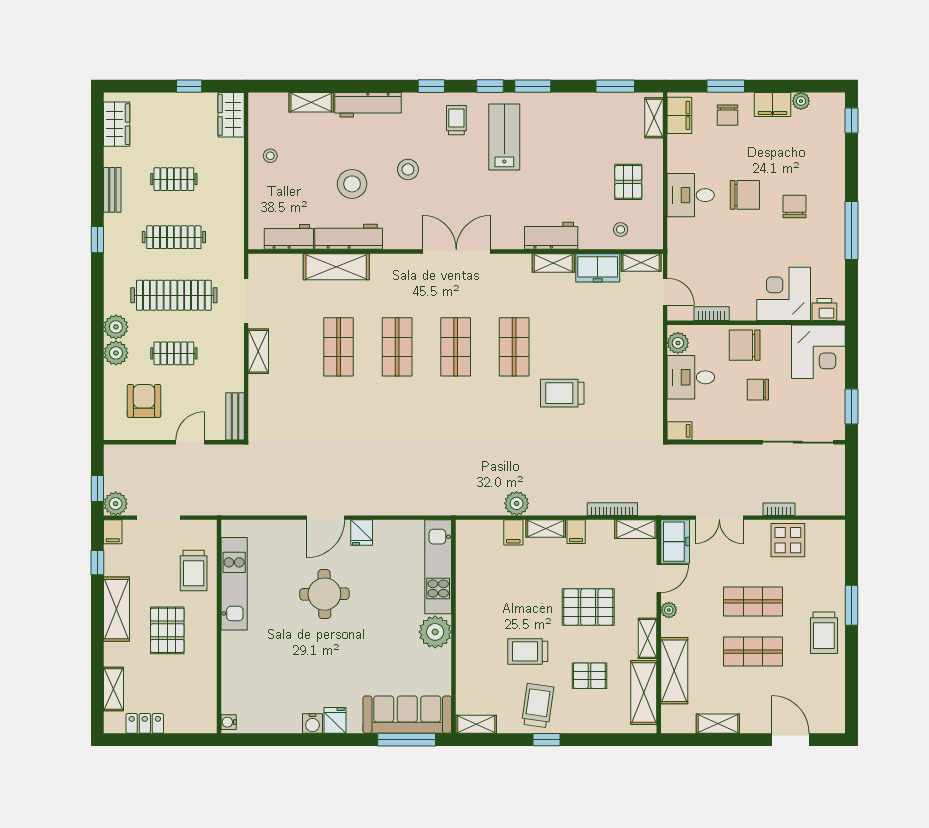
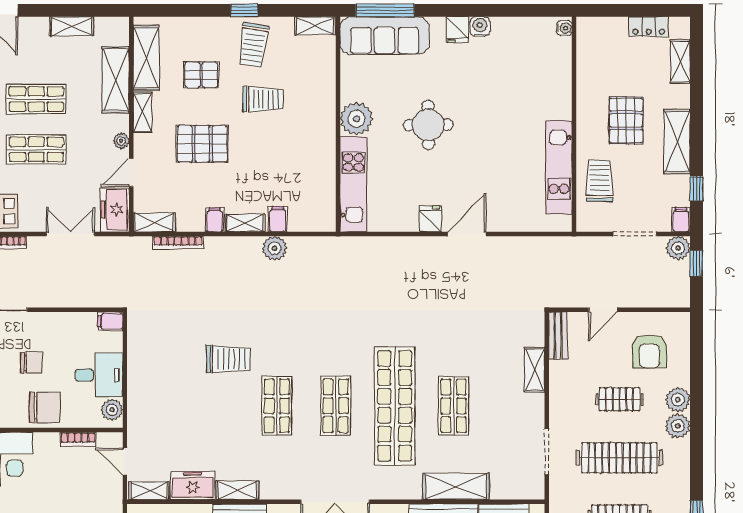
shop shelf: (397, 347) -> (395, 406), width x2.00, depth x1.36
shelving: (258, 351) -> (534, 370), moved
round table: (324, 594) -> (428, 125), moved

